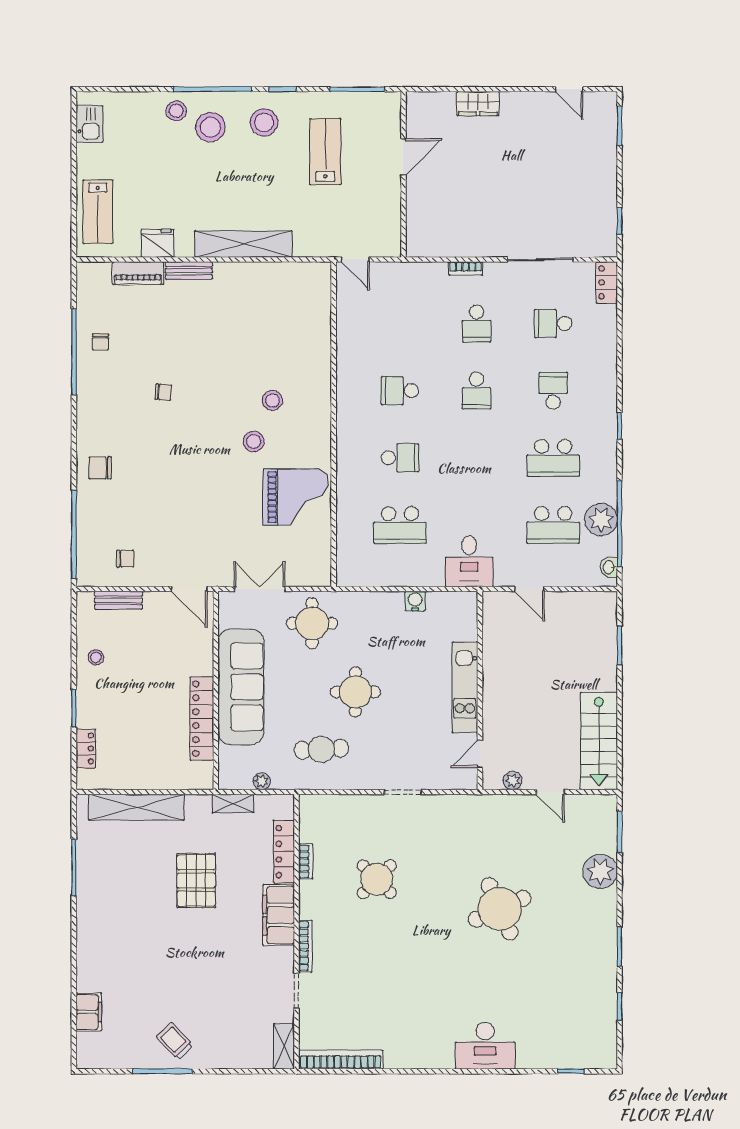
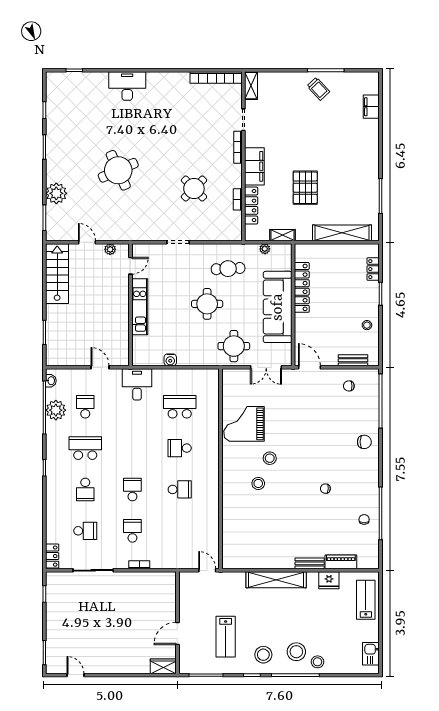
wardrobe: (478, 104) -> (163, 666), moved
school desk: (553, 525) -> (85, 407), width x0.54

